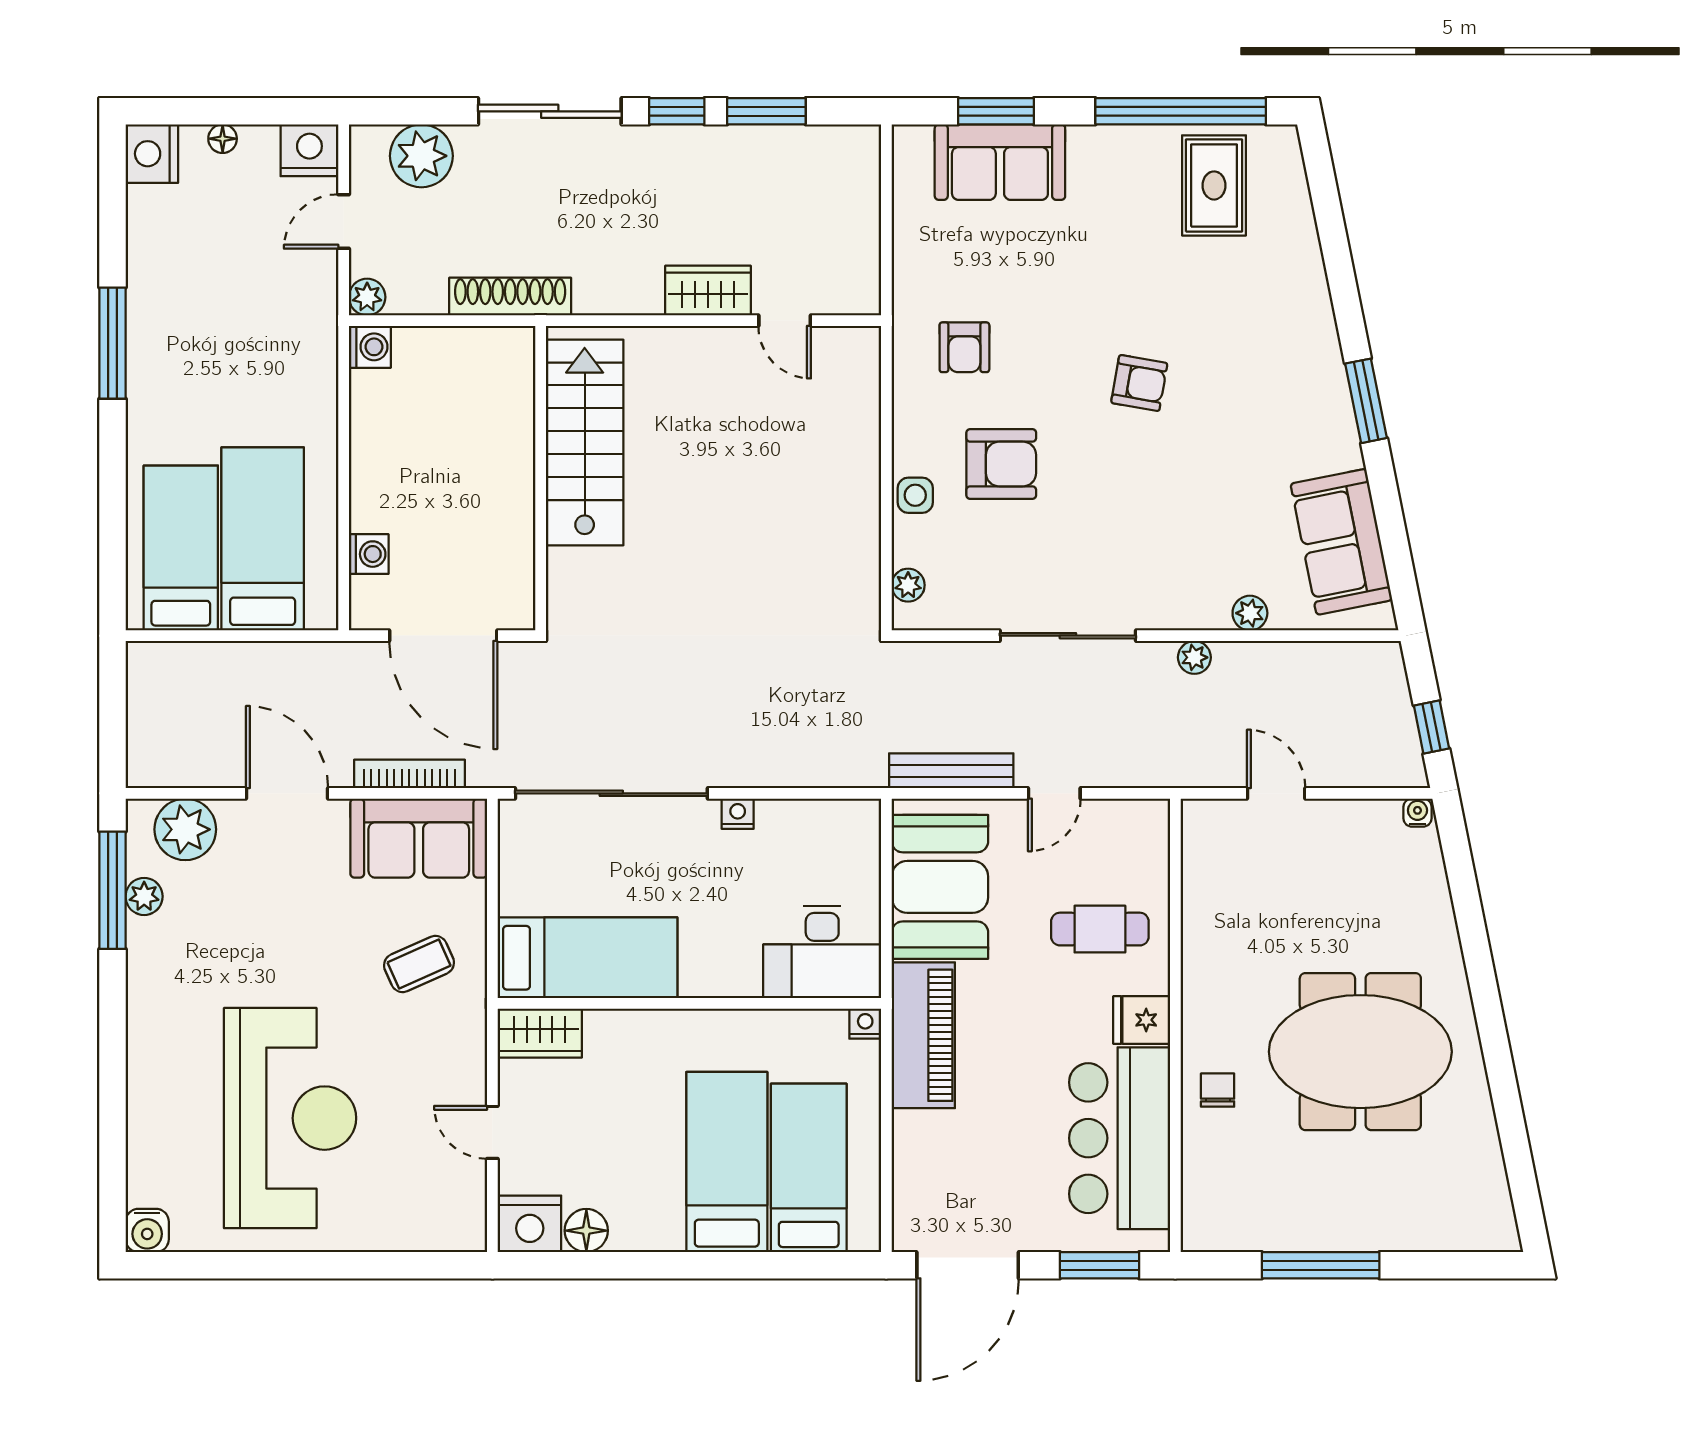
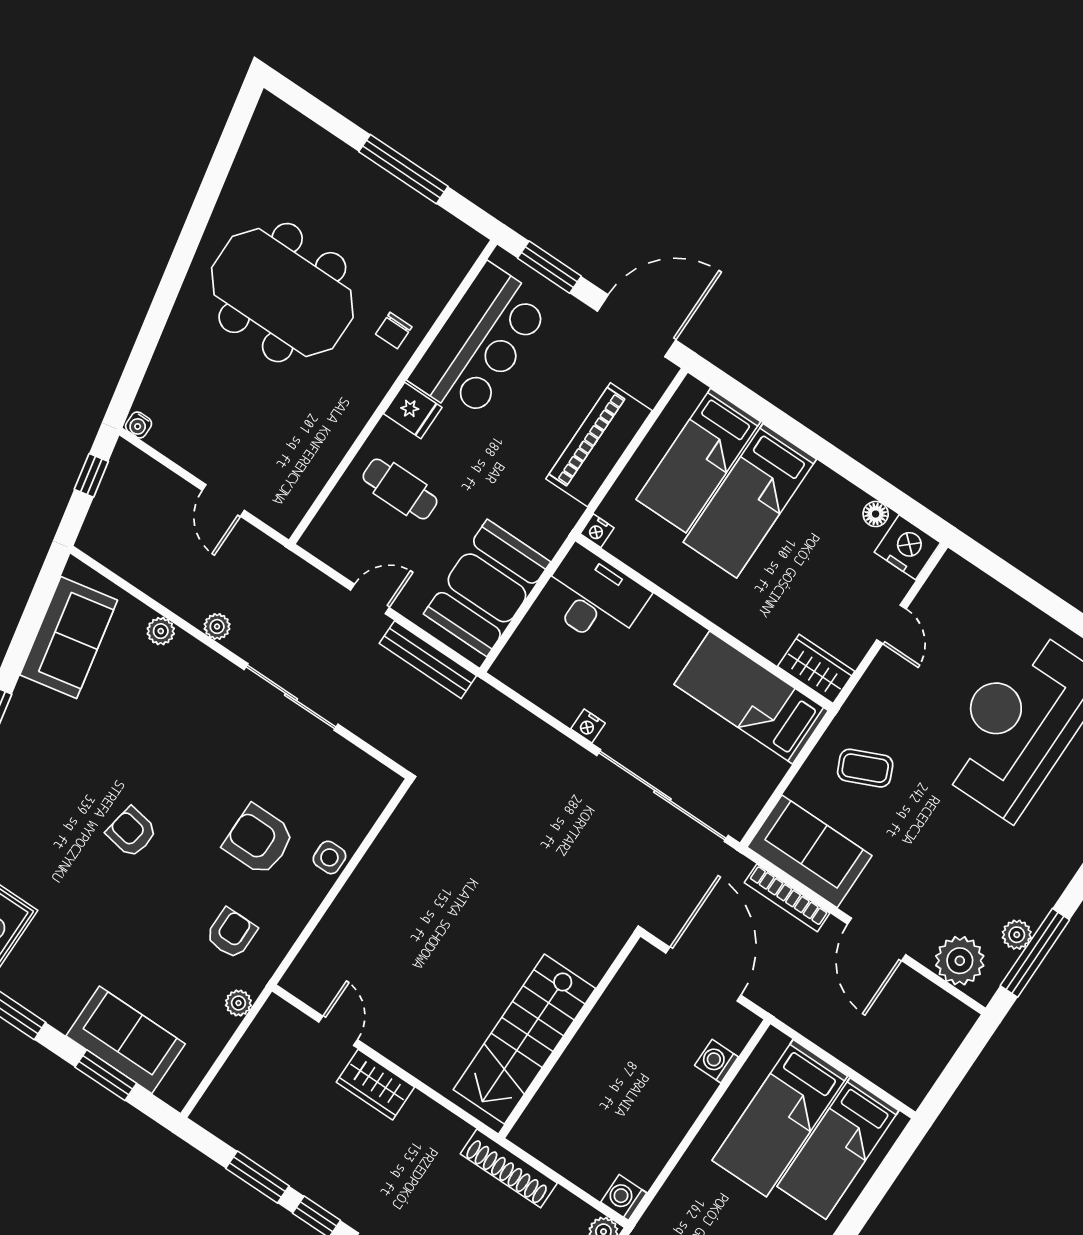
plant: (908, 585) -> (238, 1003), moved
piano: (923, 1035) -> (599, 445), moved
floor lamp: (586, 1231) -> (876, 514), width x0.73, depth x0.73

